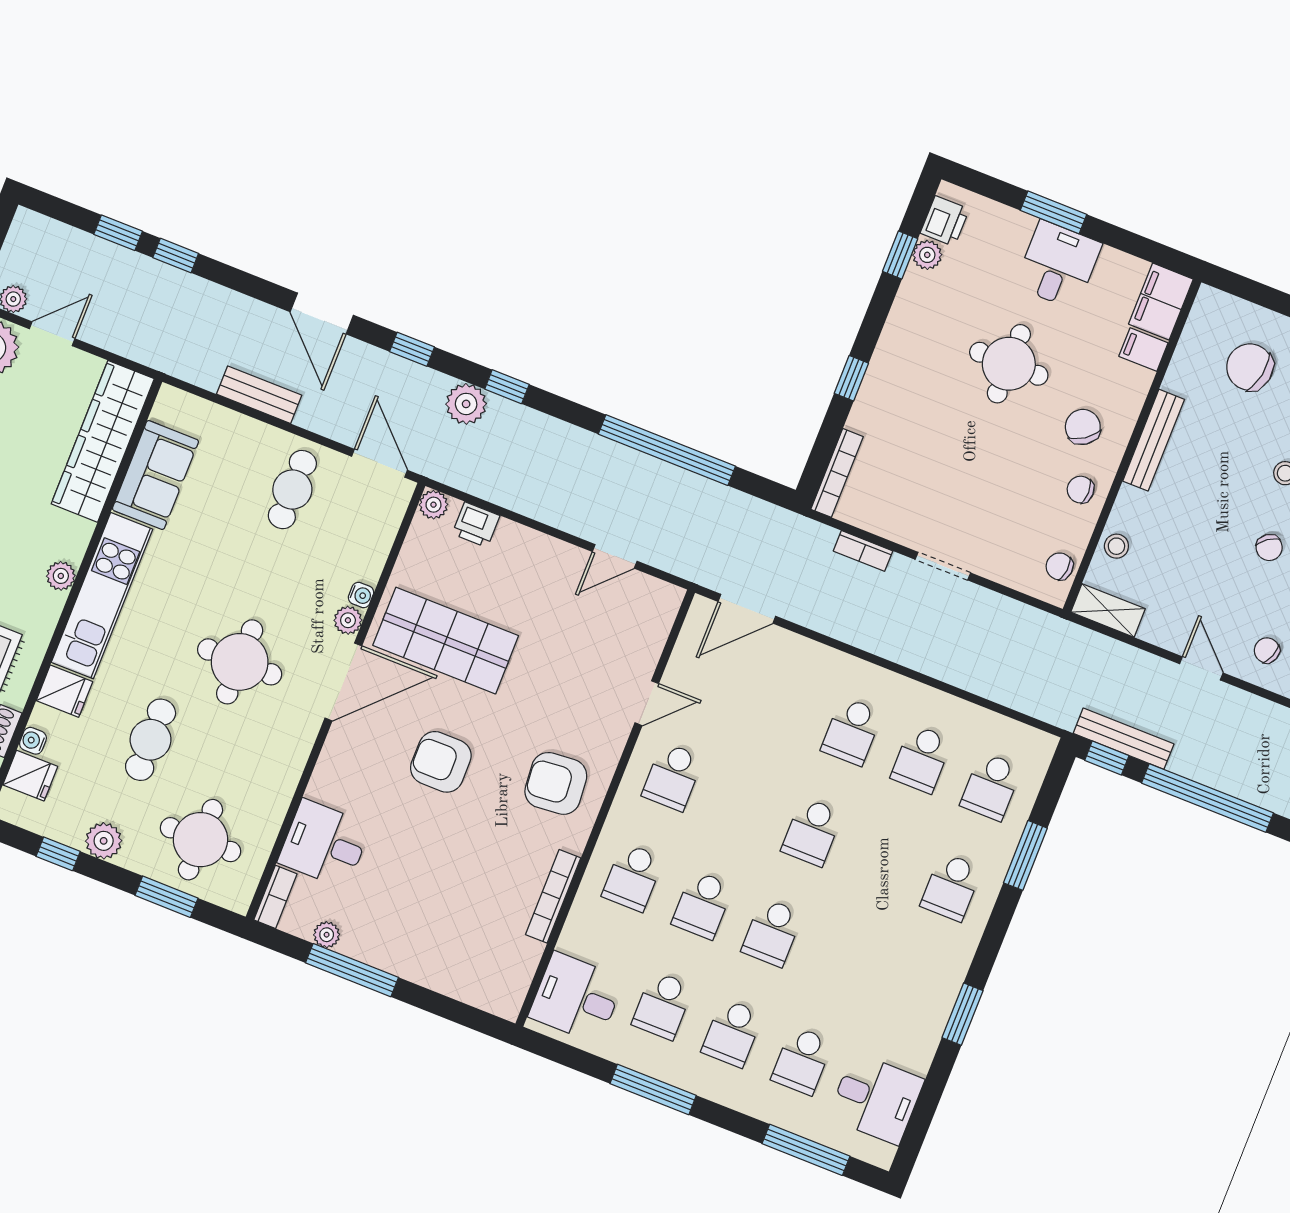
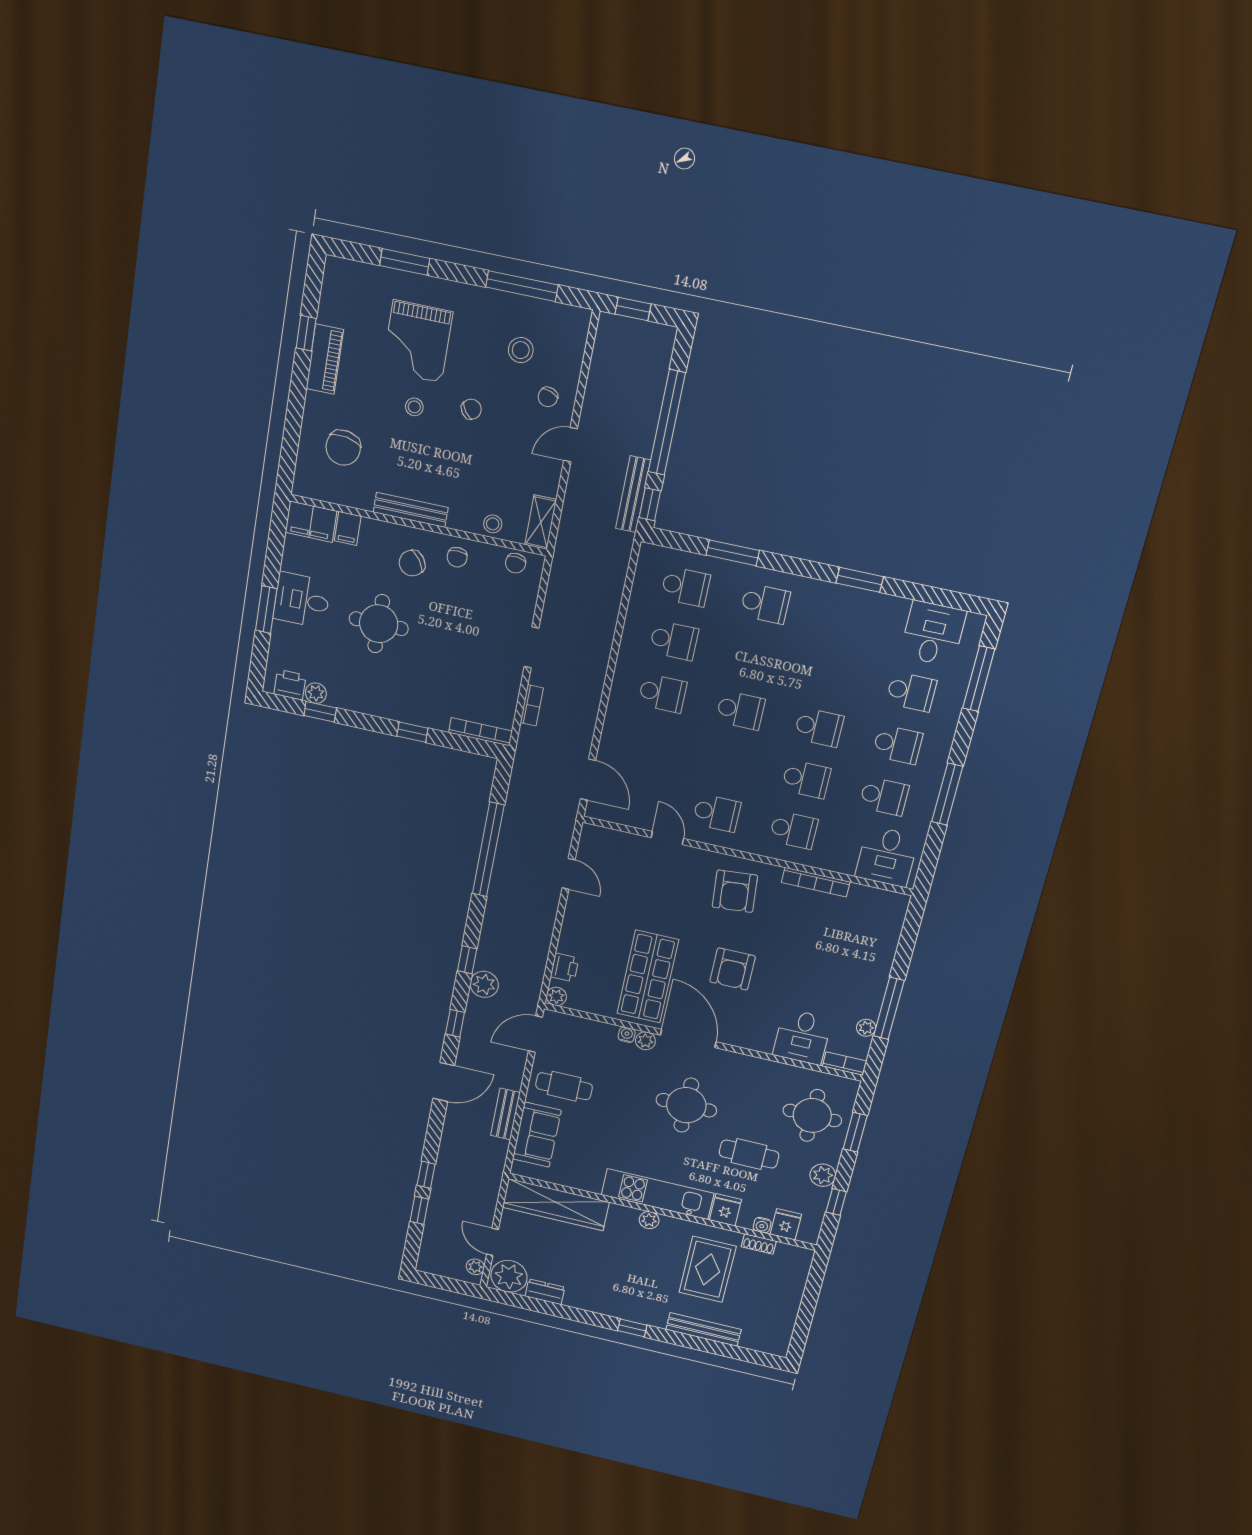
sofa: (155, 475) -> (537, 1135), moved, turned 90

